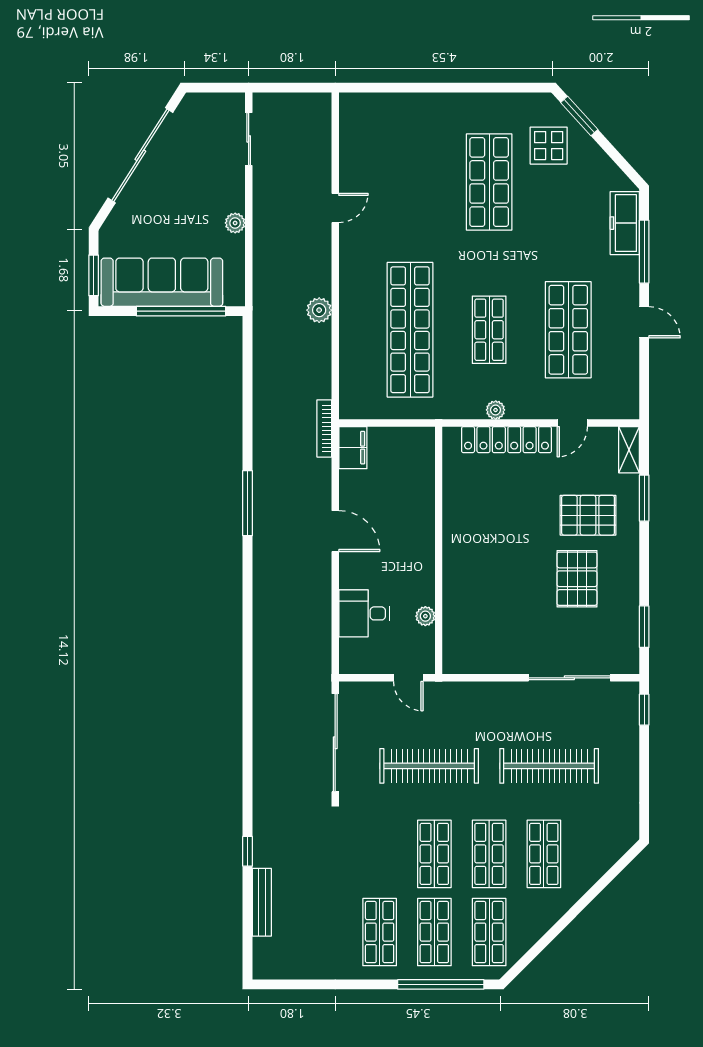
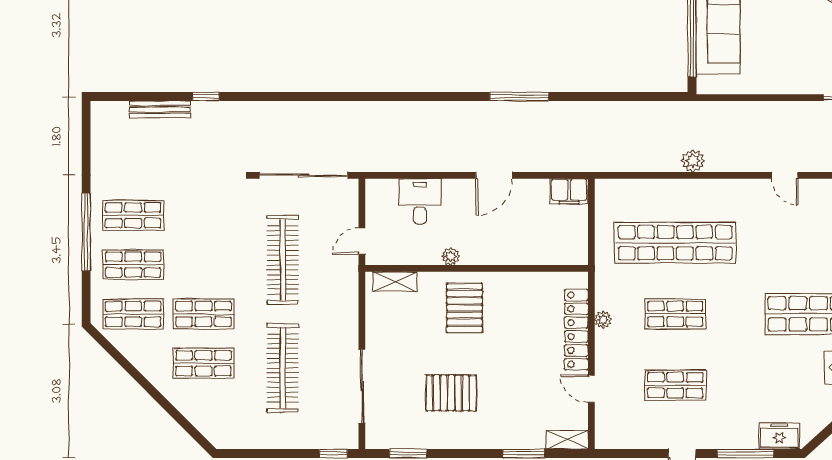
plant: (235, 223) -> (771, 85), removed
freezer: (625, 223) -> (779, 436), width x0.71
shop shelf: (568, 330) -> (675, 385), width x0.70, depth x0.74
bookcase: (324, 428) -> (586, 166), removed
pallet: (588, 515) -> (465, 308), moved
plant: (425, 616) -> (451, 257), moved
shelving: (453, 641) -> (395, 281), added
shop shelf: (434, 854) -> (203, 265), removed
window: (441, 984) -> (86, 232), moved

